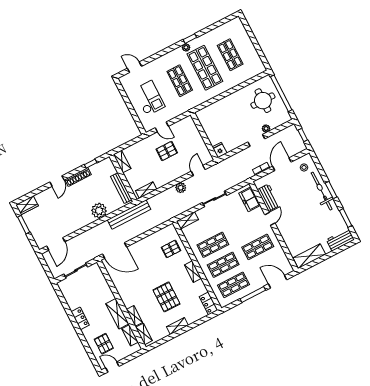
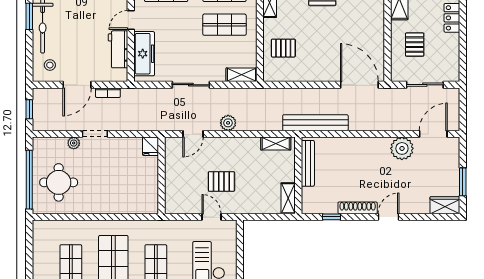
freezer: (250, 199) -> (144, 54), width x1.40
plant: (99, 211) -> (402, 148), moved
pallet: (94, 291) -> (415, 45), added

